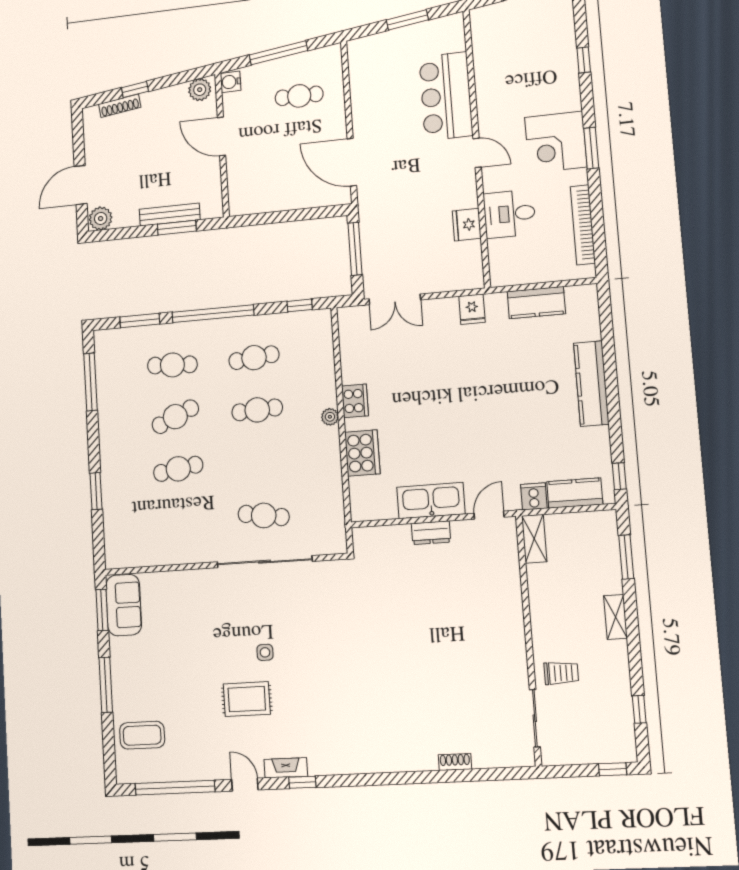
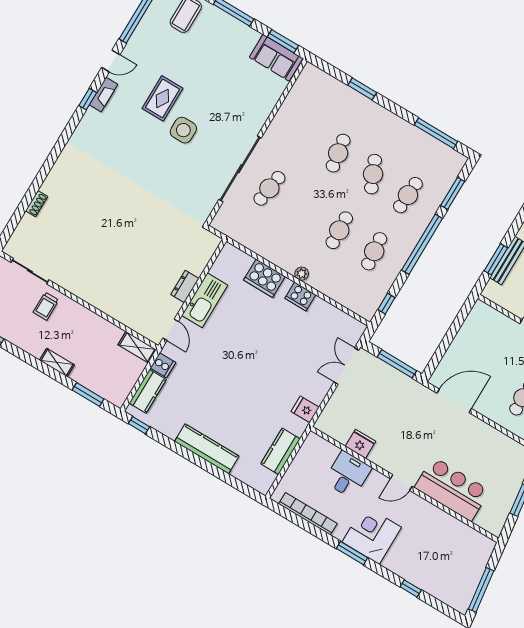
side table: (265, 652) -> (183, 130), width x1.87, depth x1.87

